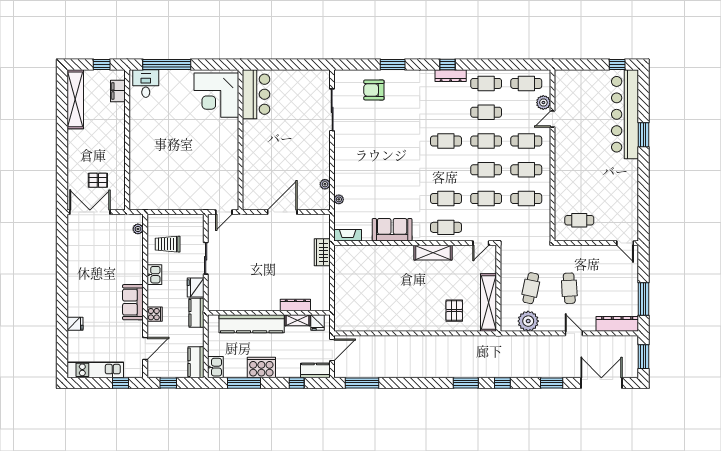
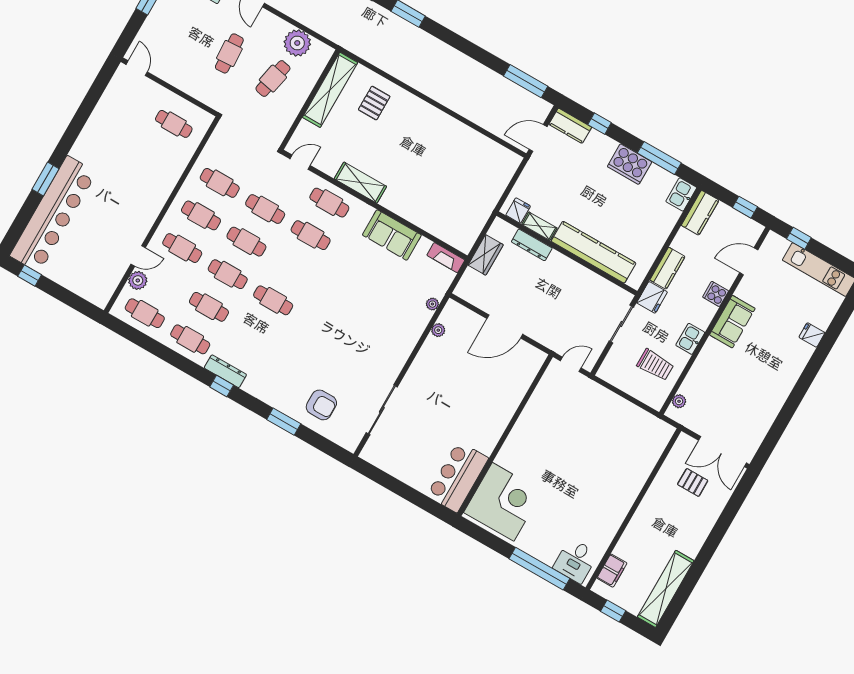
dresser: (295, 305) -> (532, 245), moved
wall: (269, 313) -> (567, 253), moved
shelving: (297, 320) -> (539, 226), moved
fridge: (318, 322) -> (518, 211), moved
kitchen counter: (252, 324) -> (594, 252), moved

